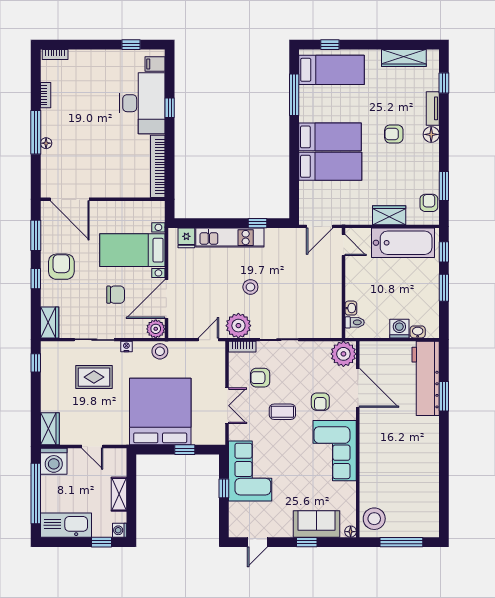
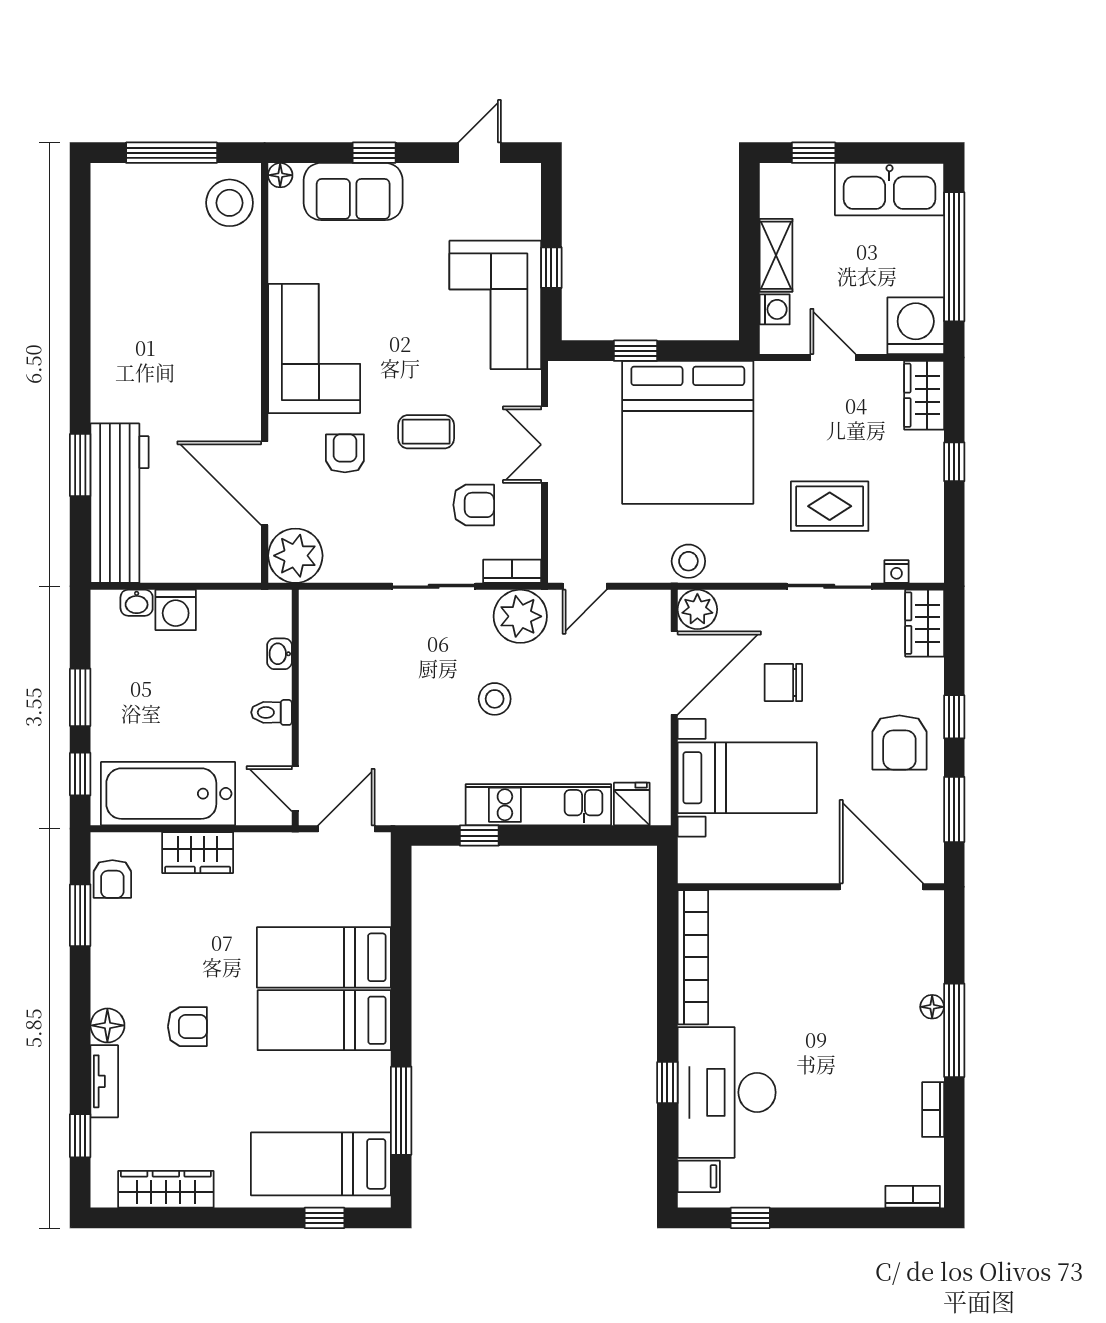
toilet: (355, 322) -> (272, 712), moved
nightstand: (126, 347) -> (897, 571), moved
window: (36, 363) -> (954, 462), moved
washing machine: (120, 530) -> (775, 309), moved

